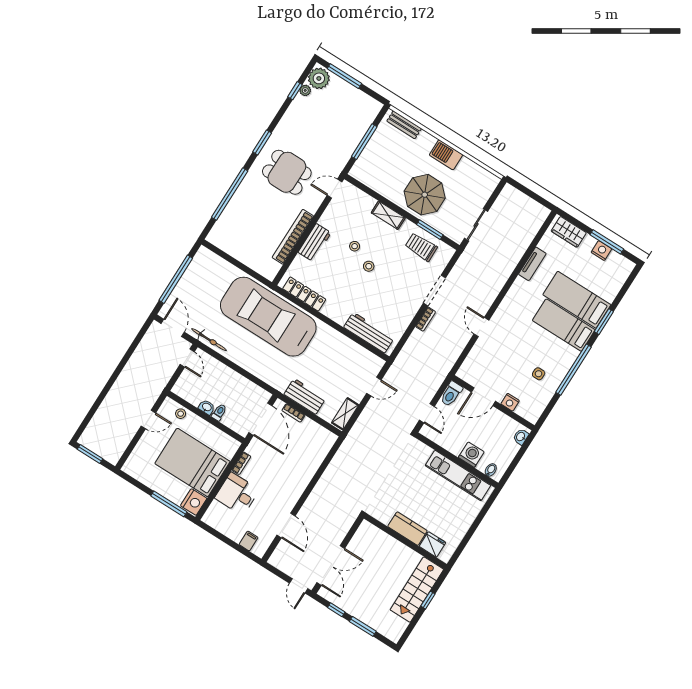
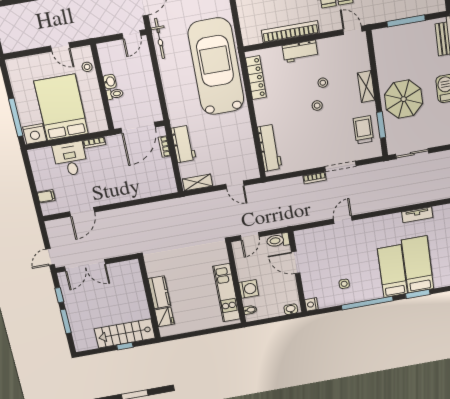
nightstand: (510, 402) -> (311, 304), moved

